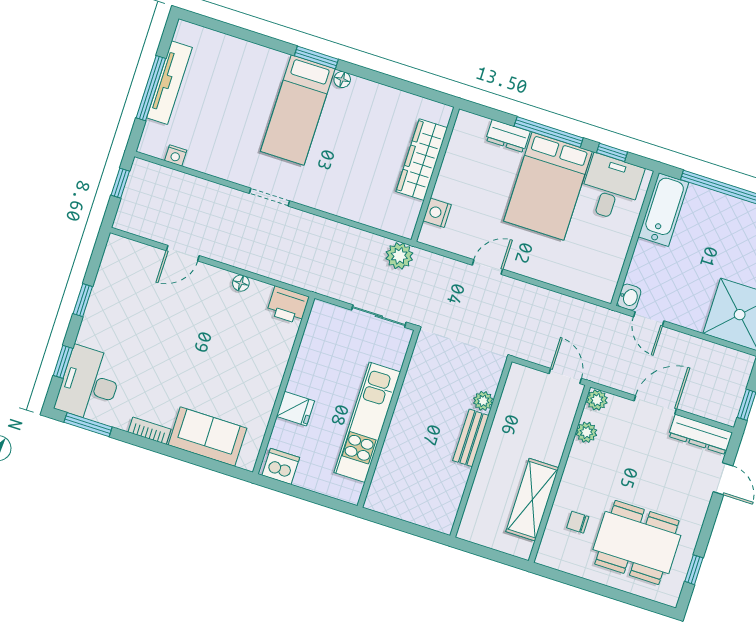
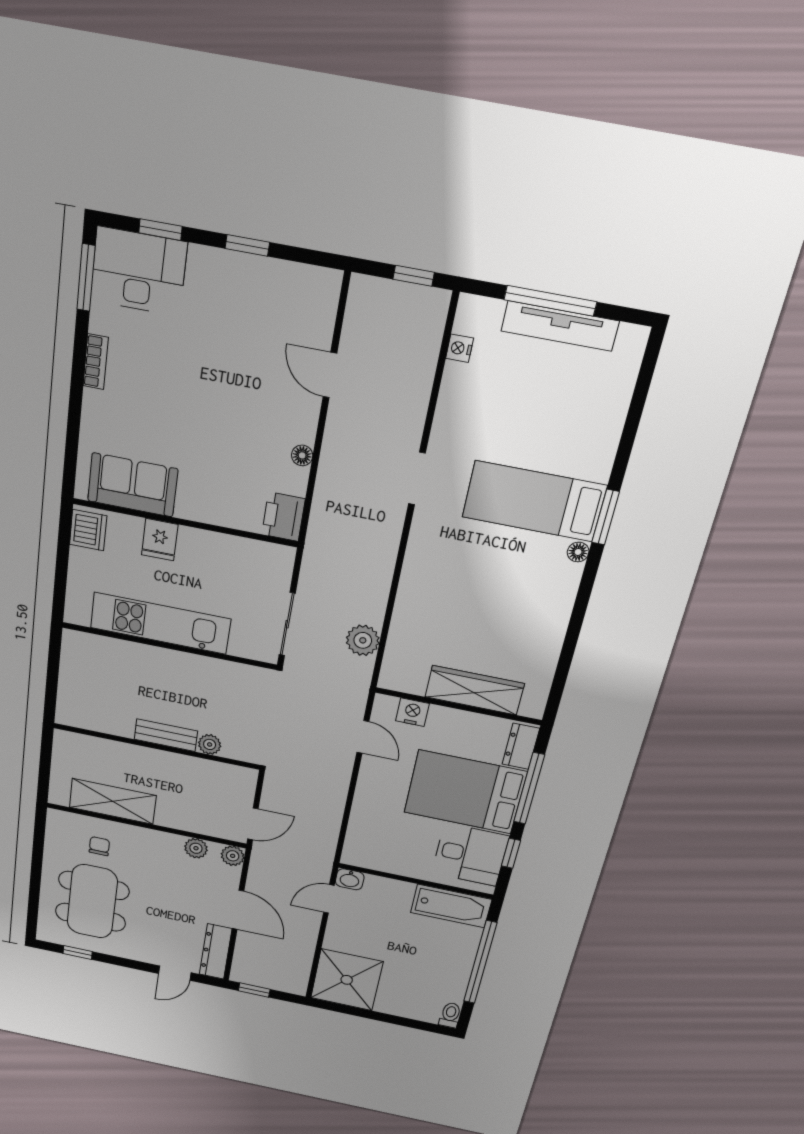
wardrobe: (422, 160) -> (475, 690), moved
wall: (435, 174) -> (458, 706), moved
nightstand: (437, 213) -> (412, 712), moved
sofa: (207, 437) -> (133, 485), moved, turned -90

